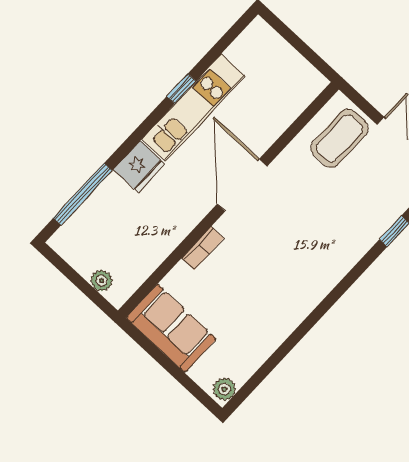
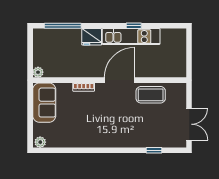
coffee table: (339, 138) -> (151, 95), moved
plant: (102, 281) -> (38, 72), moved

